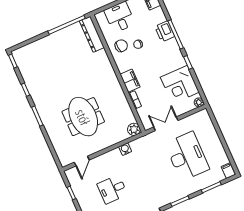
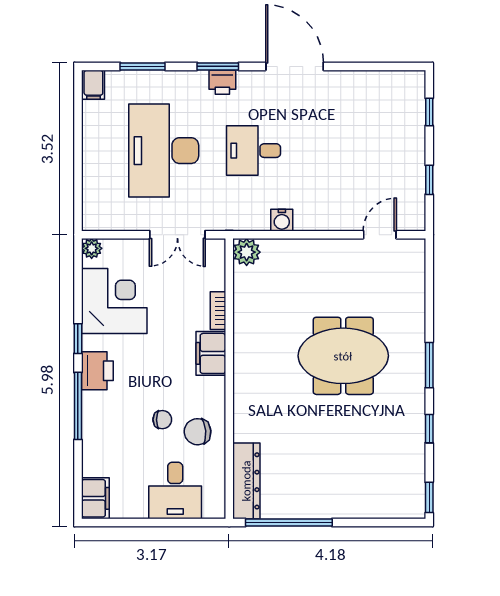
printer: (165, 31) -> (97, 371), moved
meeting table: (83, 117) -> (343, 356), moved, turned 90
desk: (112, 189) -> (254, 151), moved, turned 180
printer: (175, 195) -> (222, 82), added

